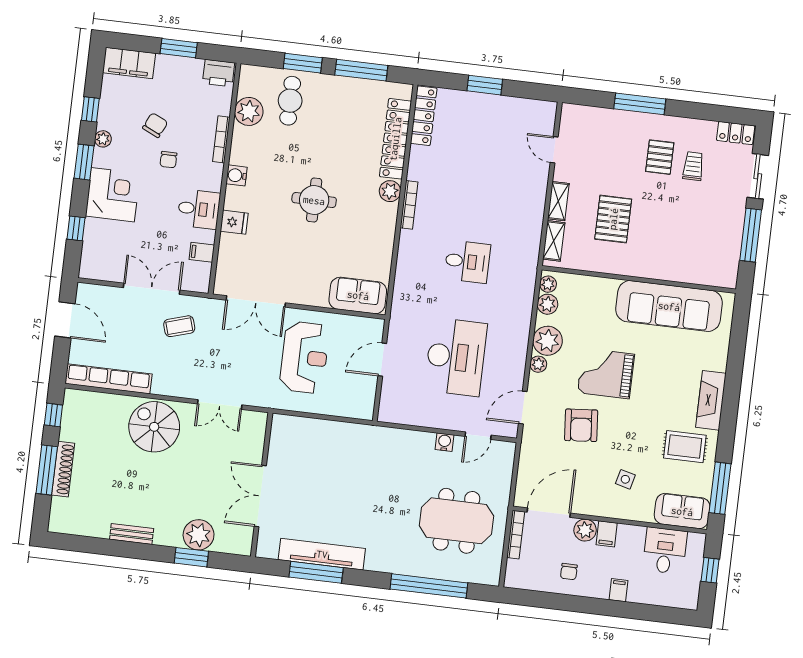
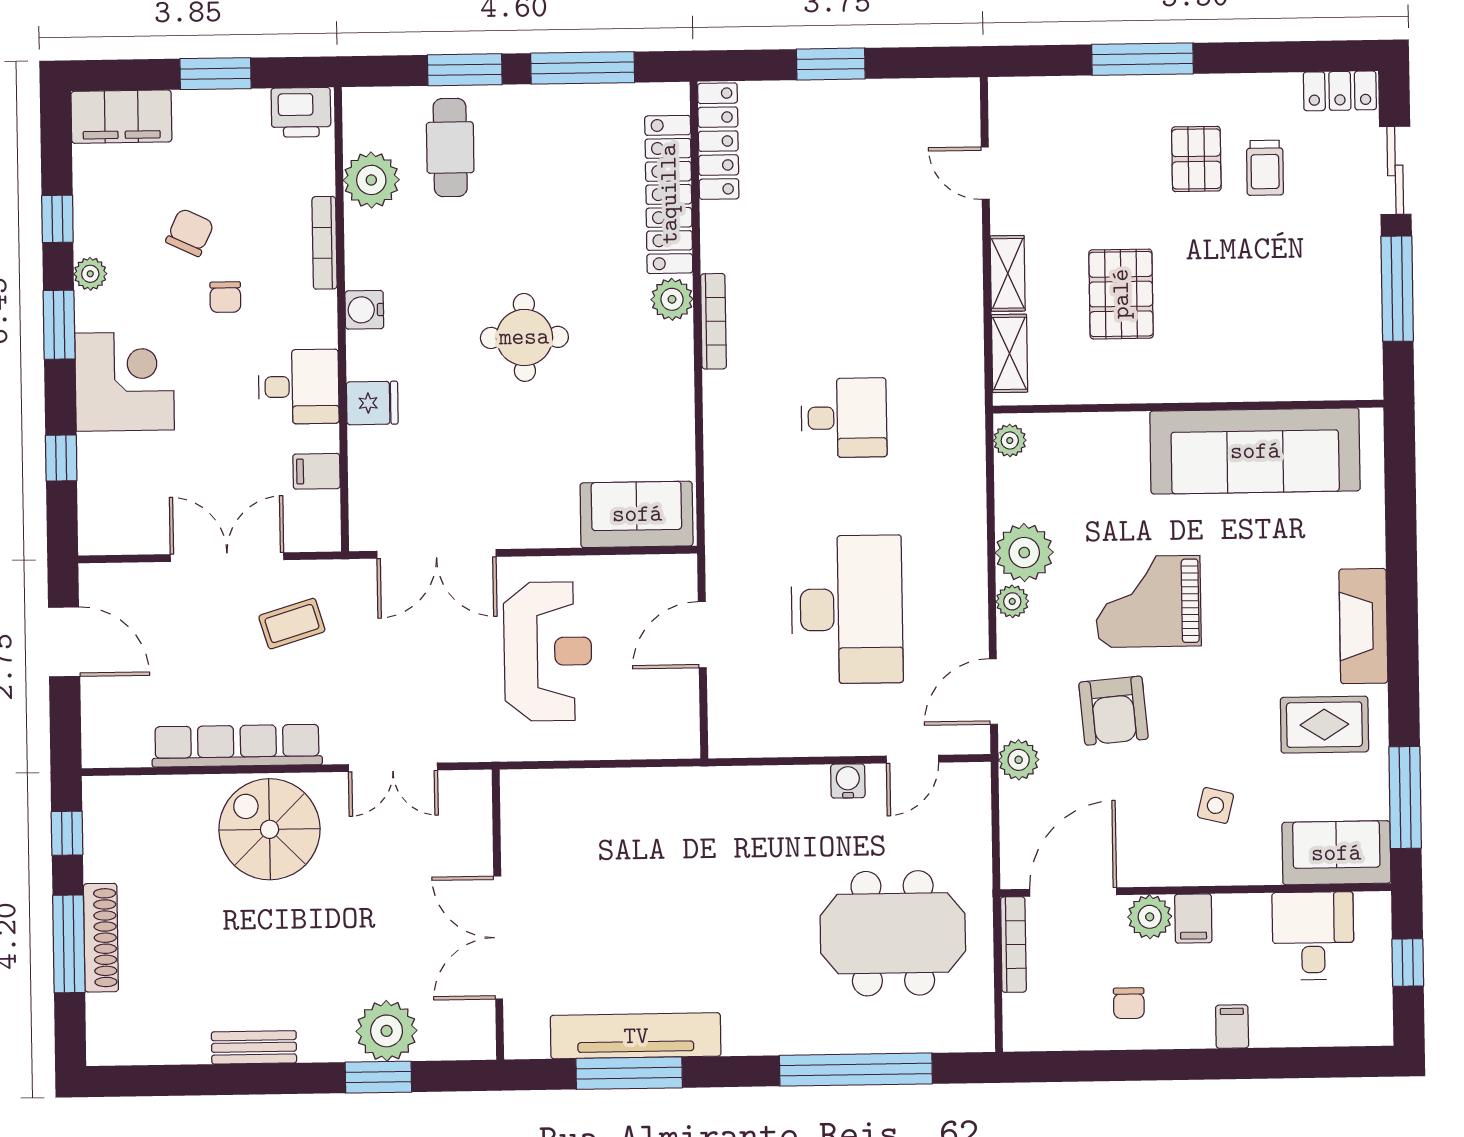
trolley: (693, 166) -> (1265, 168), turned 180
plant: (548, 304) -> (1019, 760), moved
row of seats: (109, 379) -> (237, 746), moved

